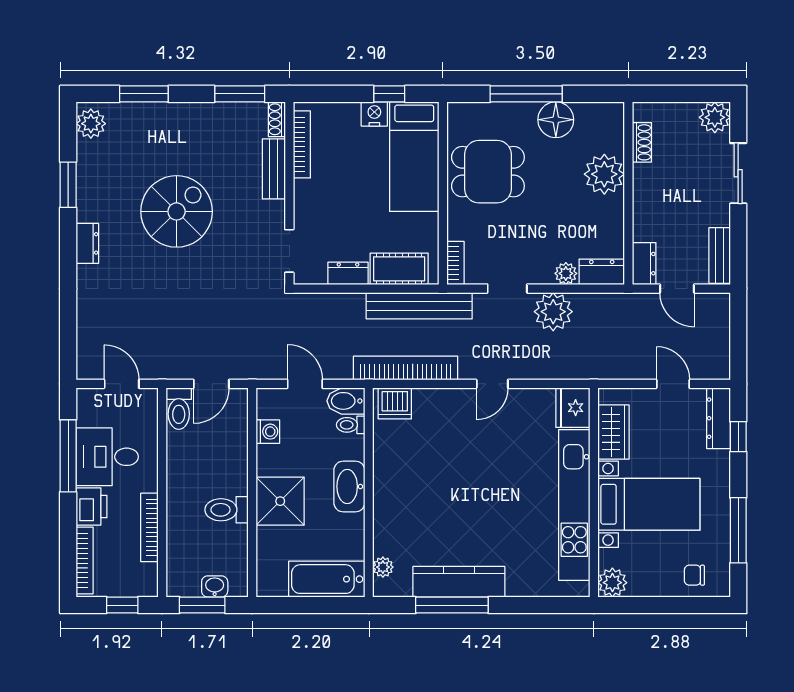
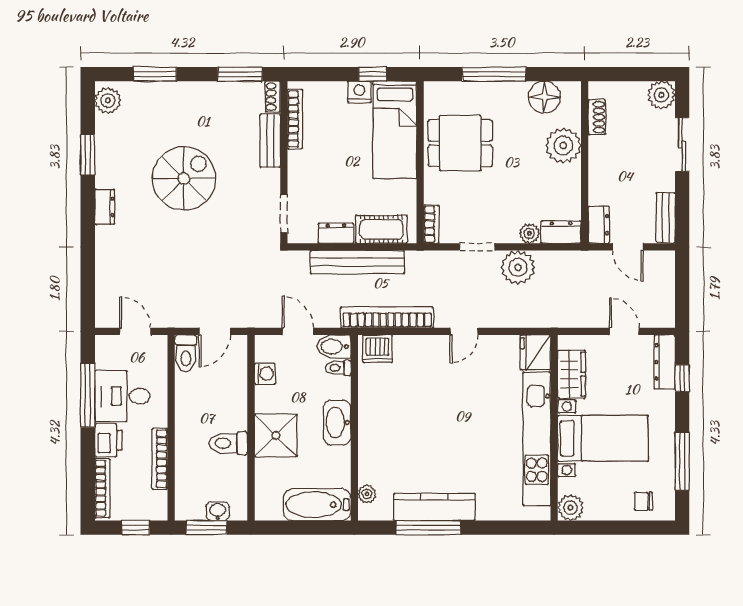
floor lamp: (556, 120) -> (544, 97), moved
bench: (419, 306) -> (357, 262), moved

